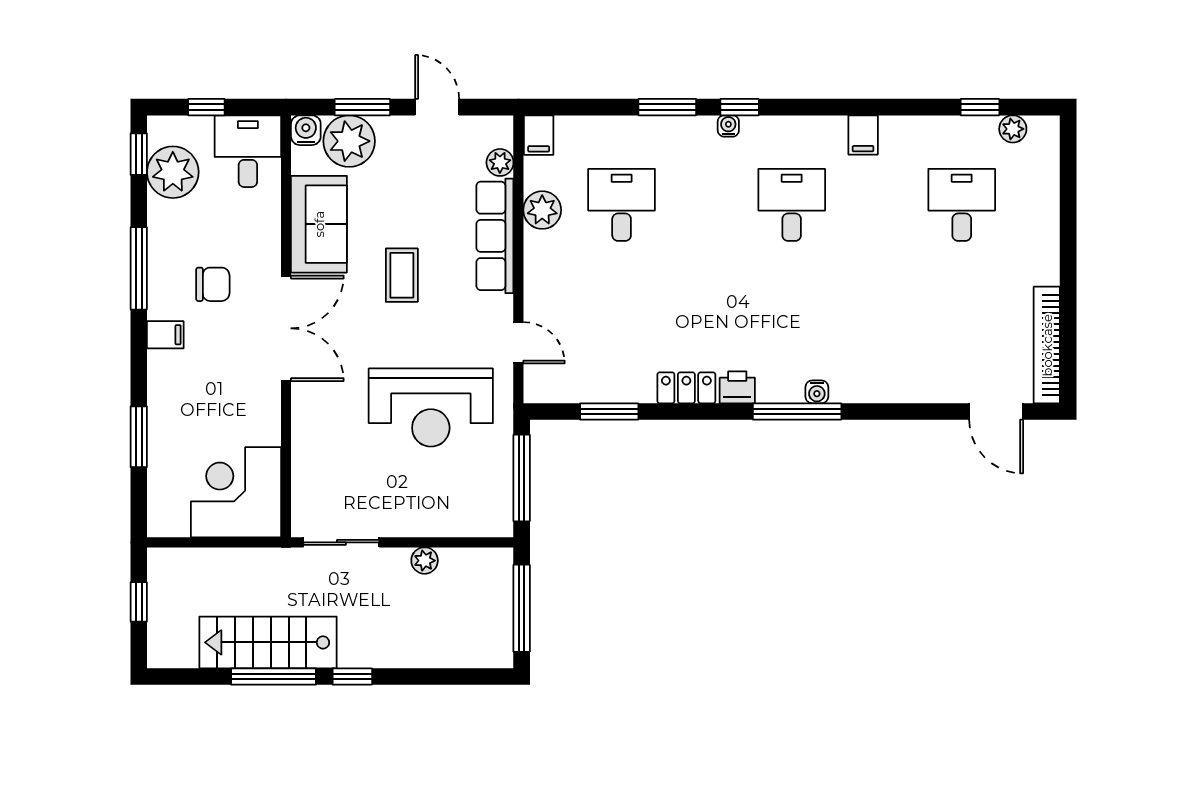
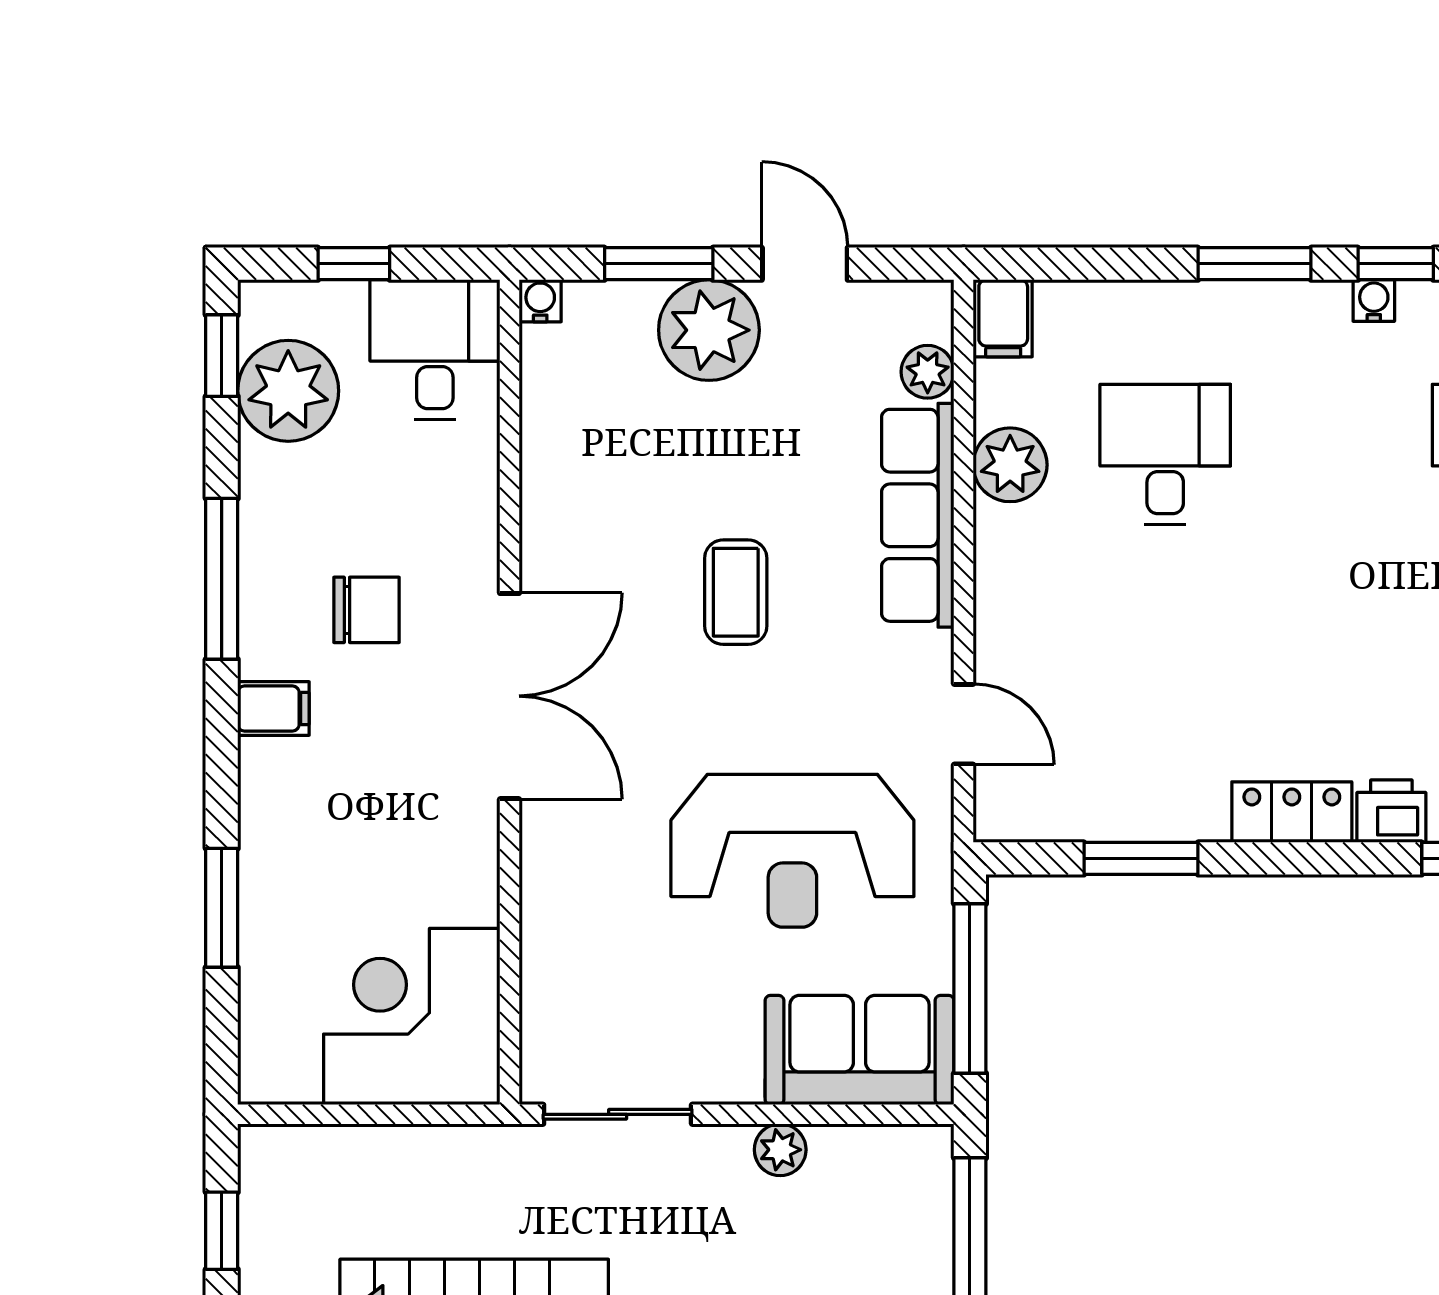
water cooler: (306, 130) -> (540, 301), width x0.72, depth x0.72
plant: (349, 141) -> (709, 330), moved
sofa: (319, 224) -> (859, 1050), moved, turned -90

